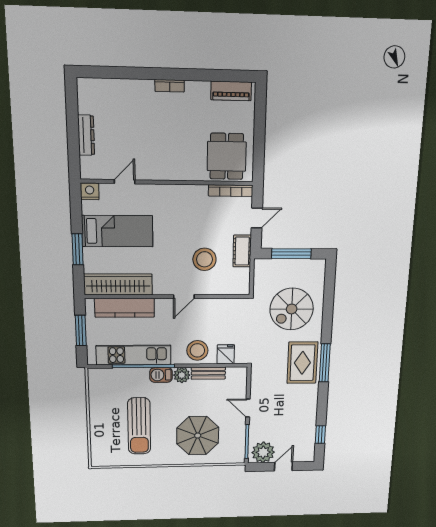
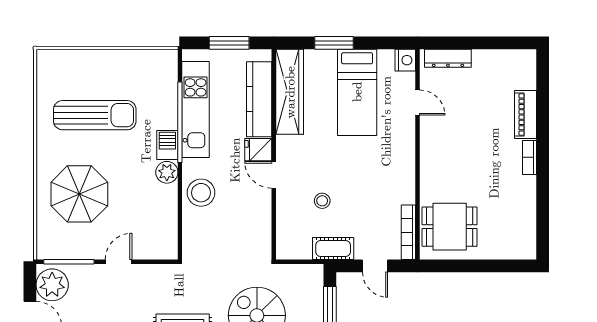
piano: (231, 91) -> (526, 115), moved
dresser: (86, 135) -> (448, 58), moved
stool: (204, 259) -> (322, 201), width x0.53, depth x0.53
fridge: (226, 354) -> (258, 150), moved, turned 180
bench: (208, 373) -> (169, 207), removed
sun lounger: (139, 426) -> (95, 115), turned 180

